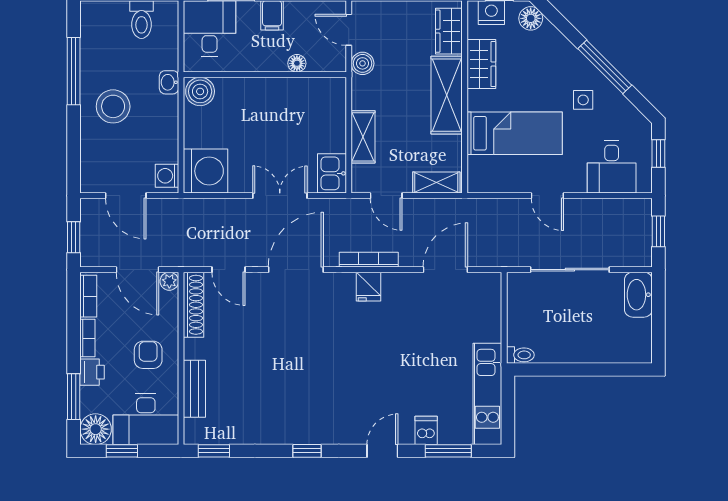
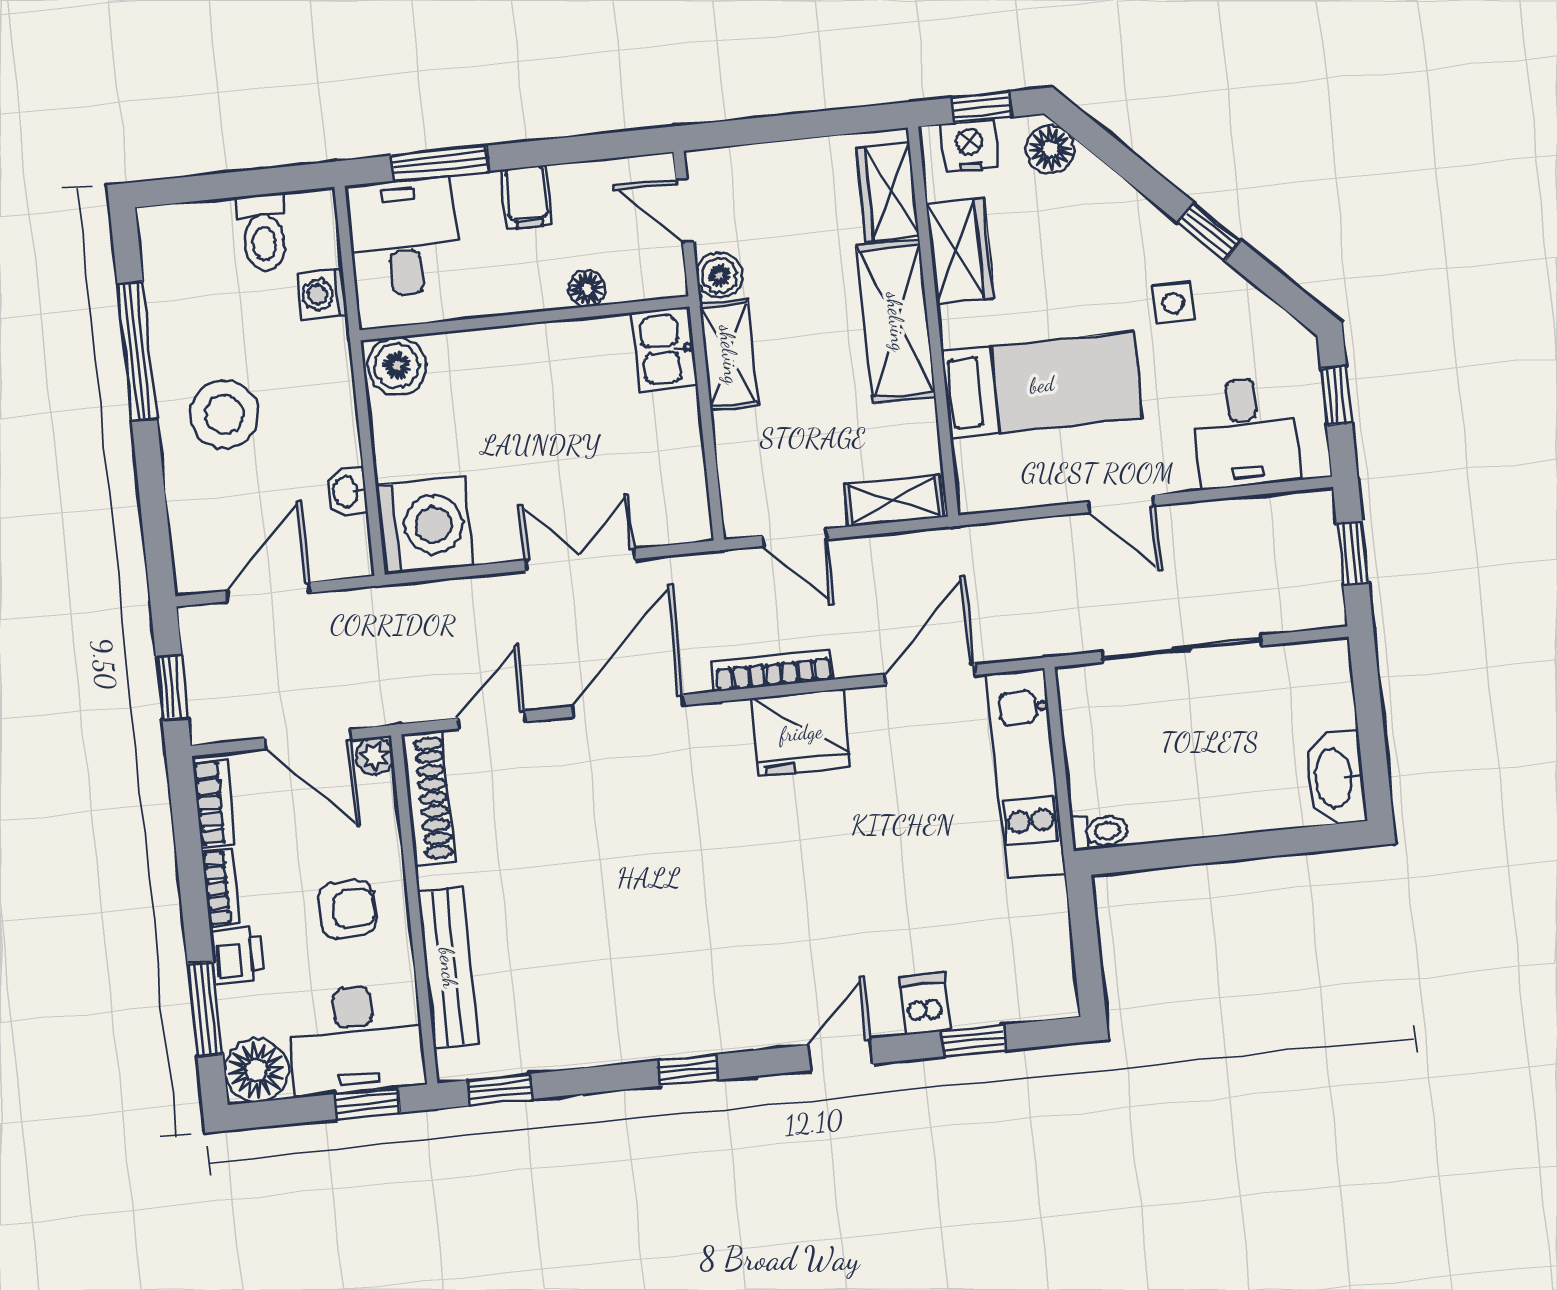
window: (605, 67) -> (1210, 232), width x0.46
washbasin: (169, 82) -> (347, 492), moved
shelving: (363, 137) -> (729, 355), moved
kitchen sink: (332, 173) -> (665, 349), moved
washing machine: (167, 176) -> (322, 294), moved
door: (126, 196) -> (268, 592), swing flipped
door: (229, 270) -> (492, 720), swing flipped
fridge: (368, 287) -> (801, 733), width x1.88, depth x1.34
washbasin: (638, 295) -> (1335, 778), moved
armchair: (148, 355) -> (347, 909), turned 90
bench: (194, 389) -> (448, 968), width x1.36
kitchen unit: (487, 394) -> (1026, 774), moved
window: (122, 451) -> (367, 1103), moved
window: (448, 451) -> (974, 1041), width x0.67

